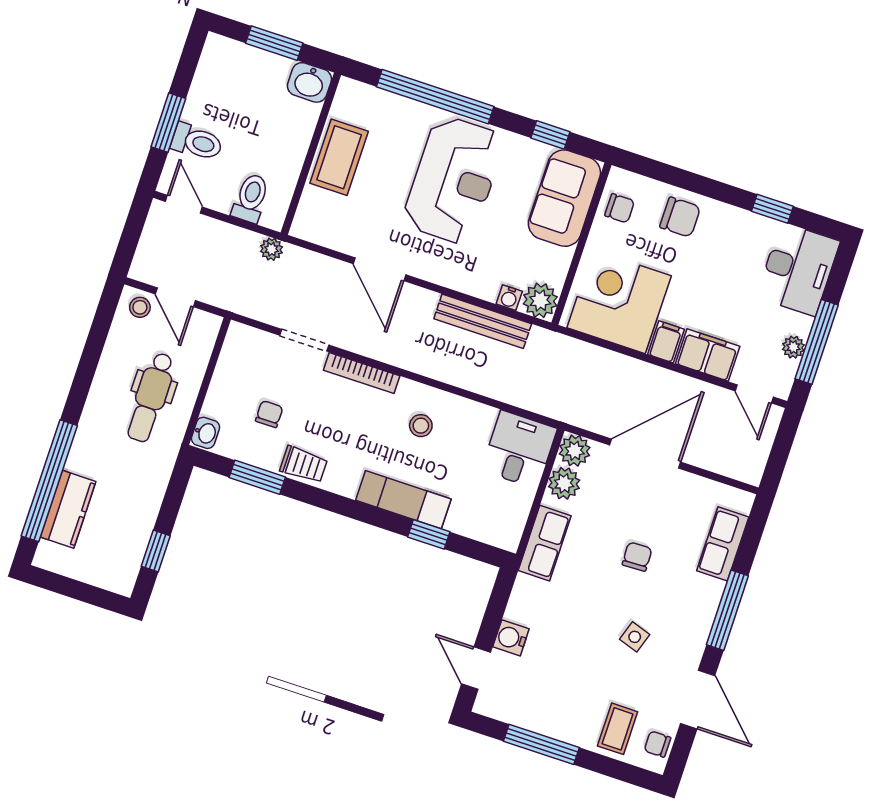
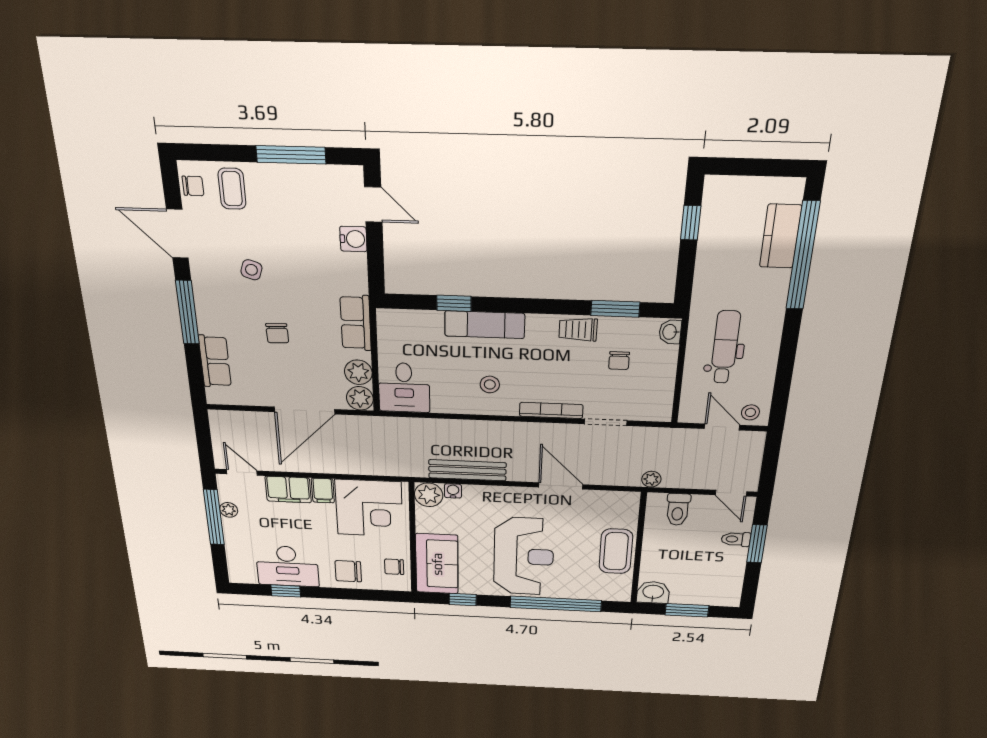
toilet: (197, 142) -> (736, 539), width x0.73, depth x0.72
reception desk: (454, 180) -> (524, 556), turned 180
desk: (798, 269) -> (287, 566), moved, turned -90

